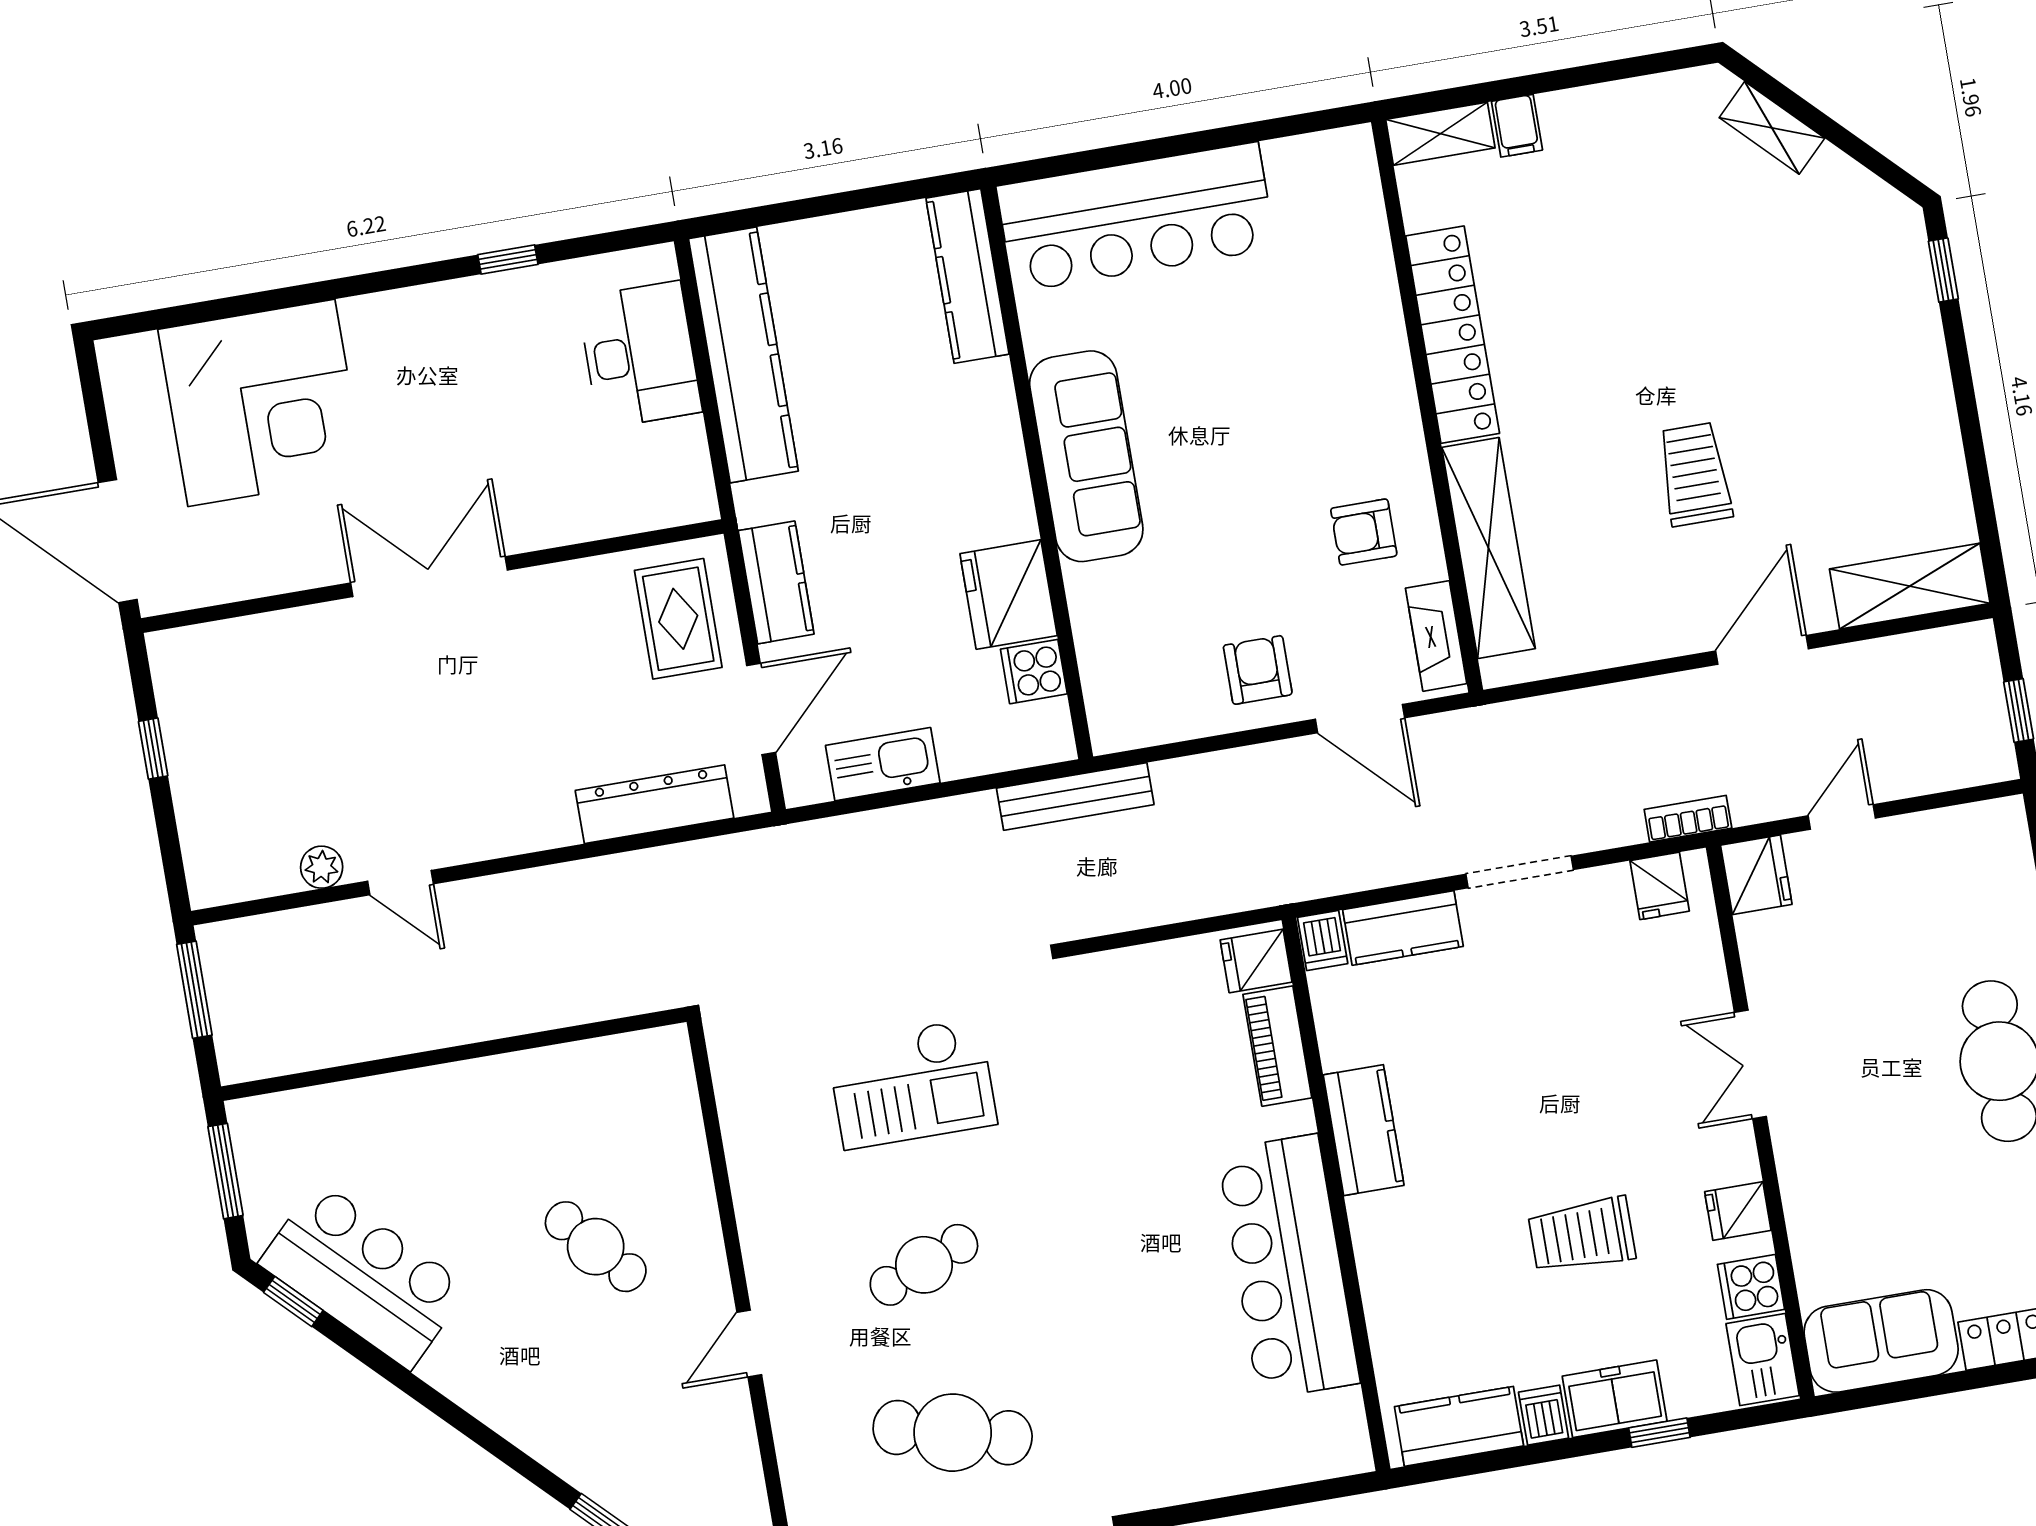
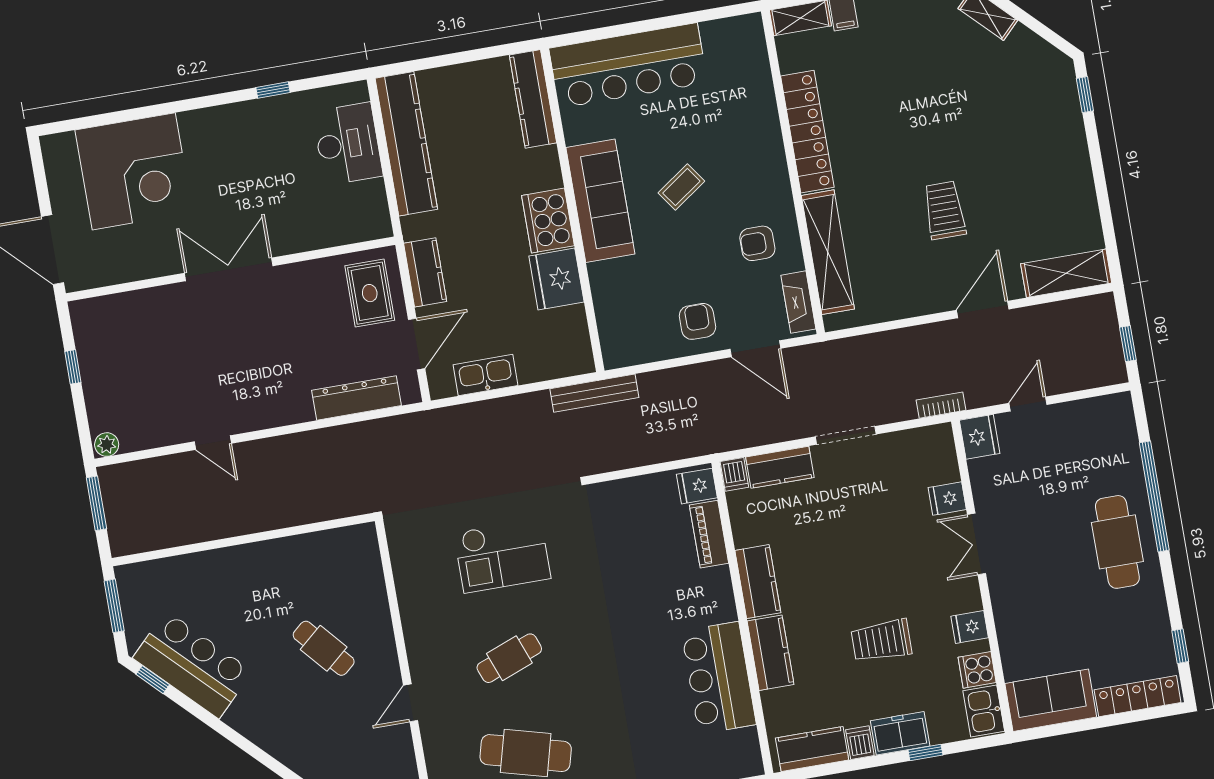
coffee table: (1230, 432) -> (681, 187), added
cooker: (1034, 672) -> (548, 221), moved, width x1.87, depth x1.31
plant: (322, 867) -> (107, 445), moved
fridge: (1660, 886) -> (947, 499), moved, turned 90
kitchen counter: (1386, 1256) -> (770, 653), added
bar counter: (1288, 1267) -> (719, 678), width x0.73

